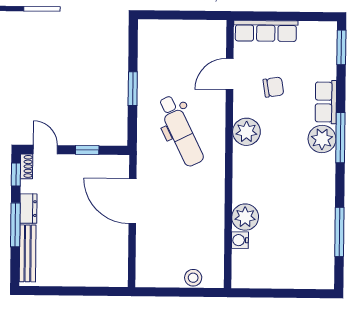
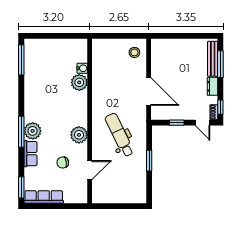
row of seats: (266, 31) -> (44, 197), moved
window: (15, 225) -> (220, 64), moved
window: (339, 232) -> (21, 60), moved
stool: (193, 278) -> (134, 52), moved

